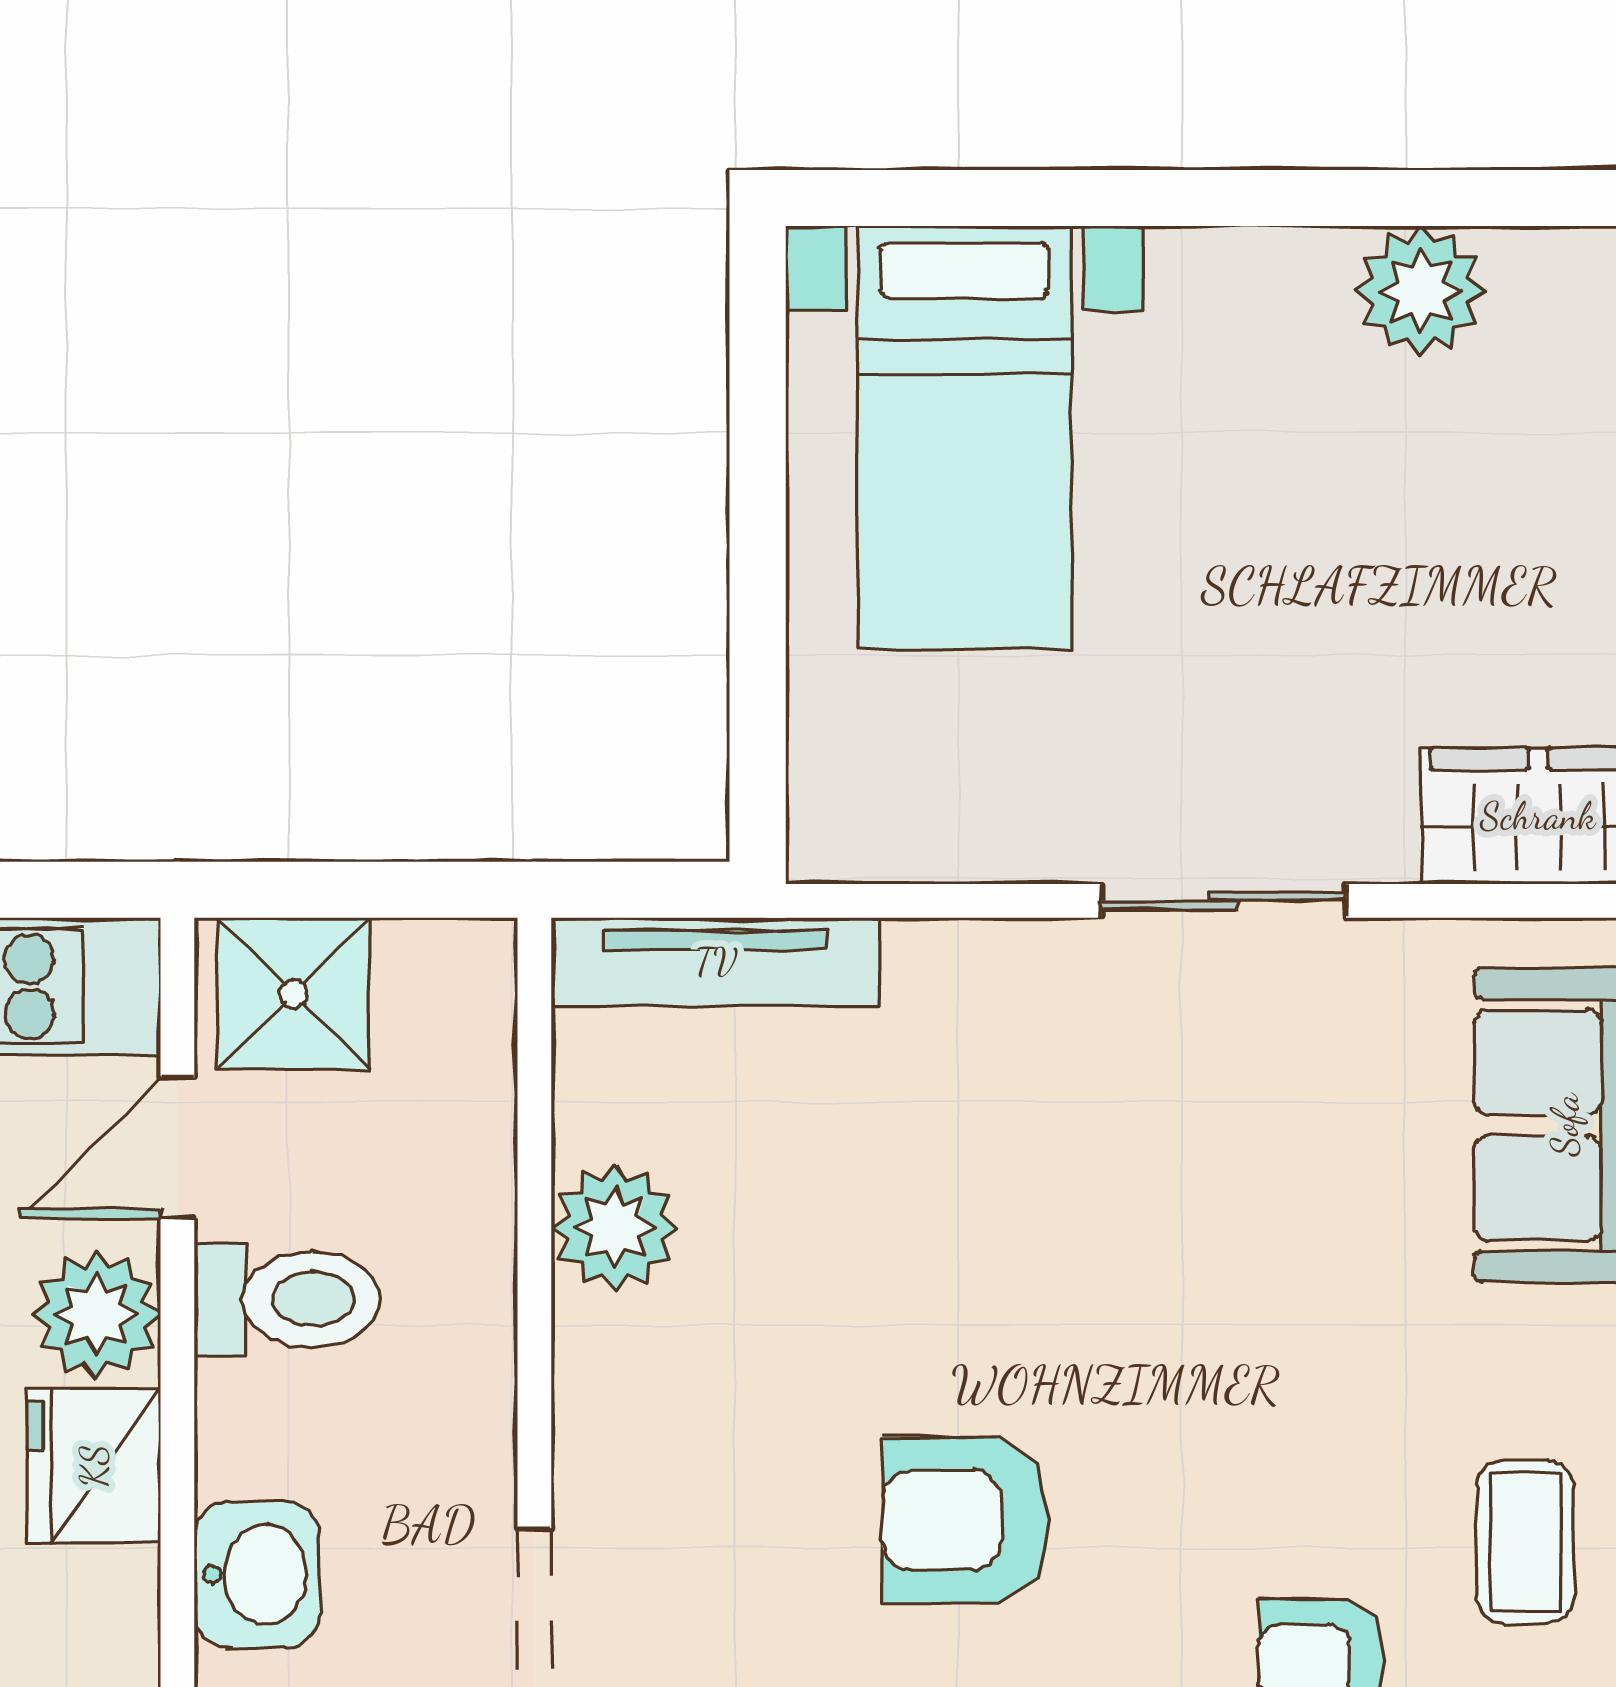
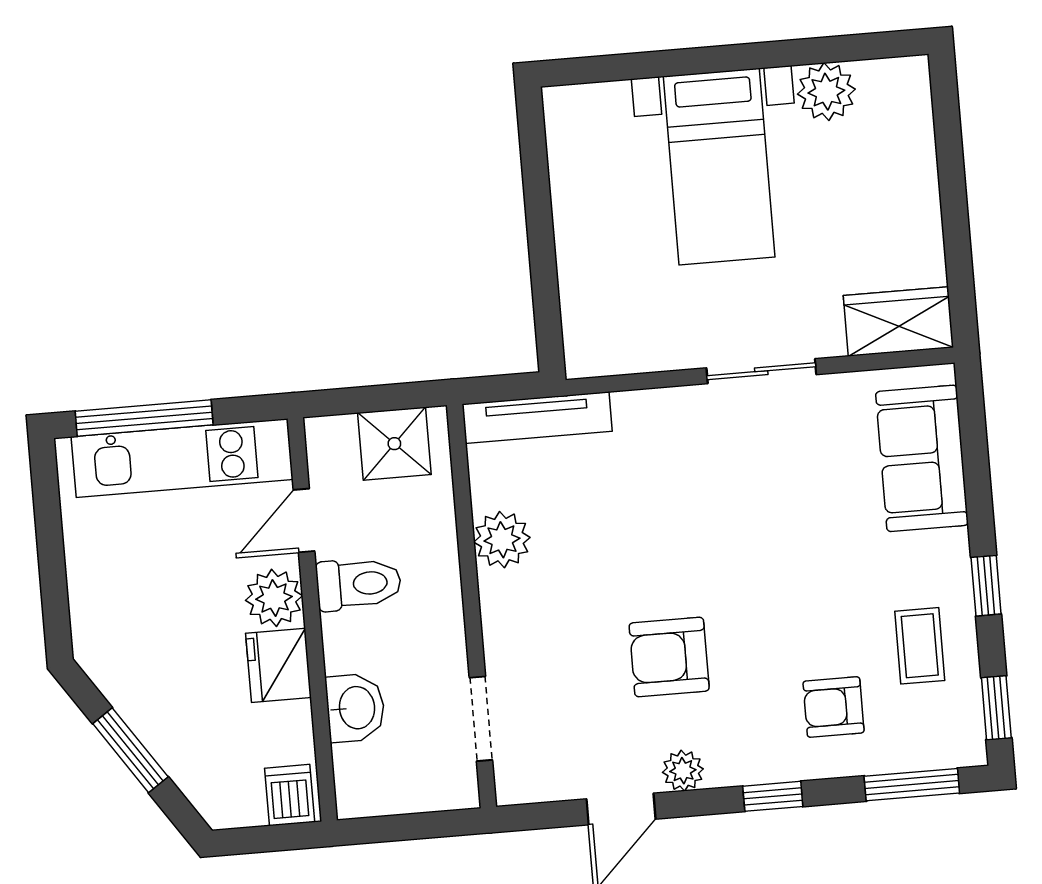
bed with nightstands: (964, 438) -> (719, 167), moved
shower: (293, 994) -> (394, 444), moved

